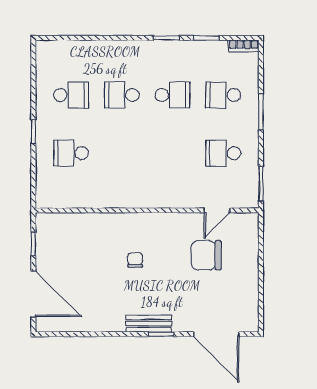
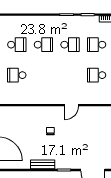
school desk: (122, 95) -> (43, 45), turned 180
door: (217, 210) -> (72, 105), moved
chair: (206, 255) -> (88, 129), removed
bench: (149, 324) -> (43, 164), moved

